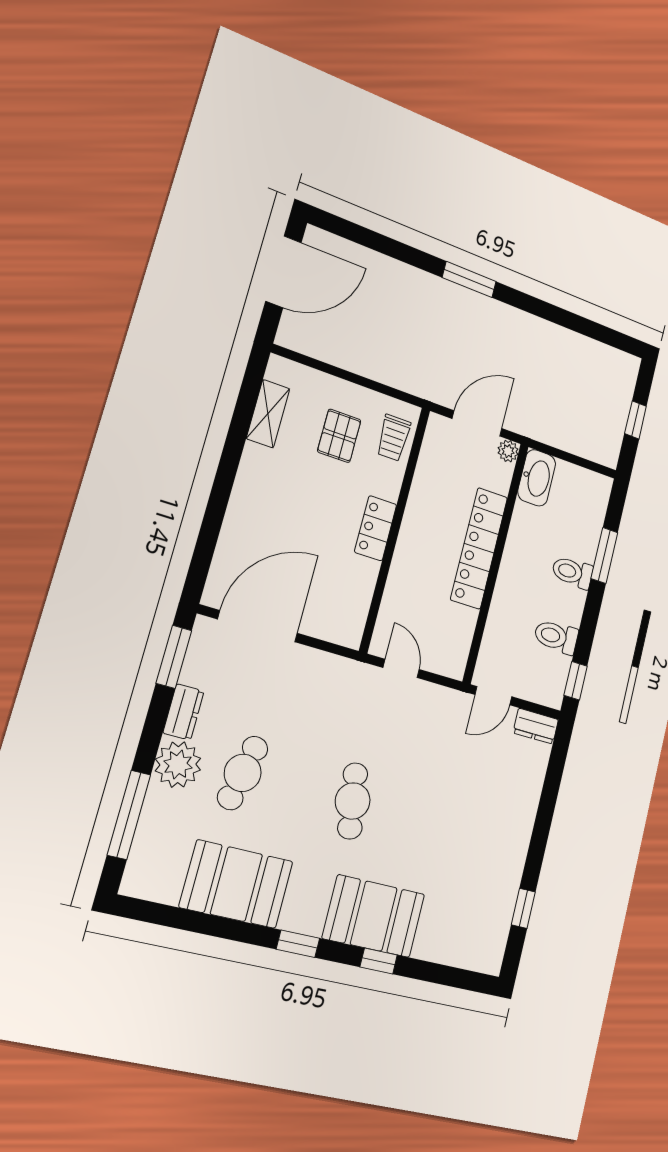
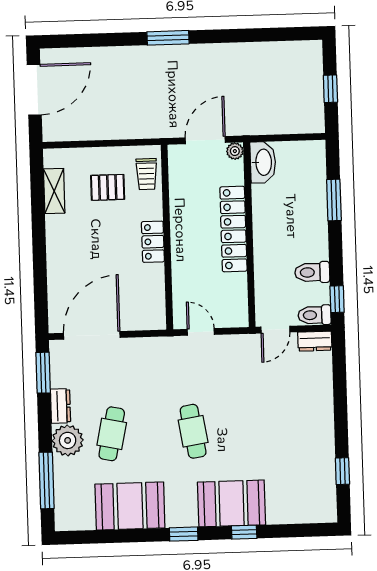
pallet: (339, 436) -> (108, 187), turned 90
toilet: (572, 572) -> (315, 315), moved

